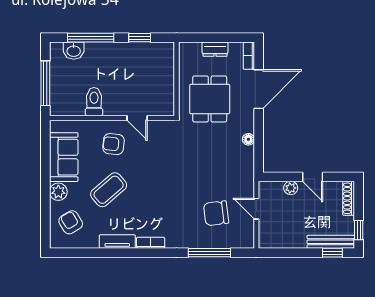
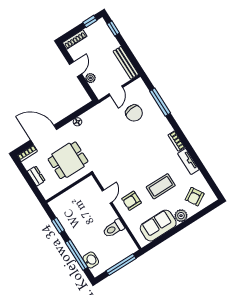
armchair: (113, 144) -> (132, 201), turned 84
coffee table: (109, 190) -> (161, 186), turned -49
bench: (331, 242) -> (126, 63), moved

